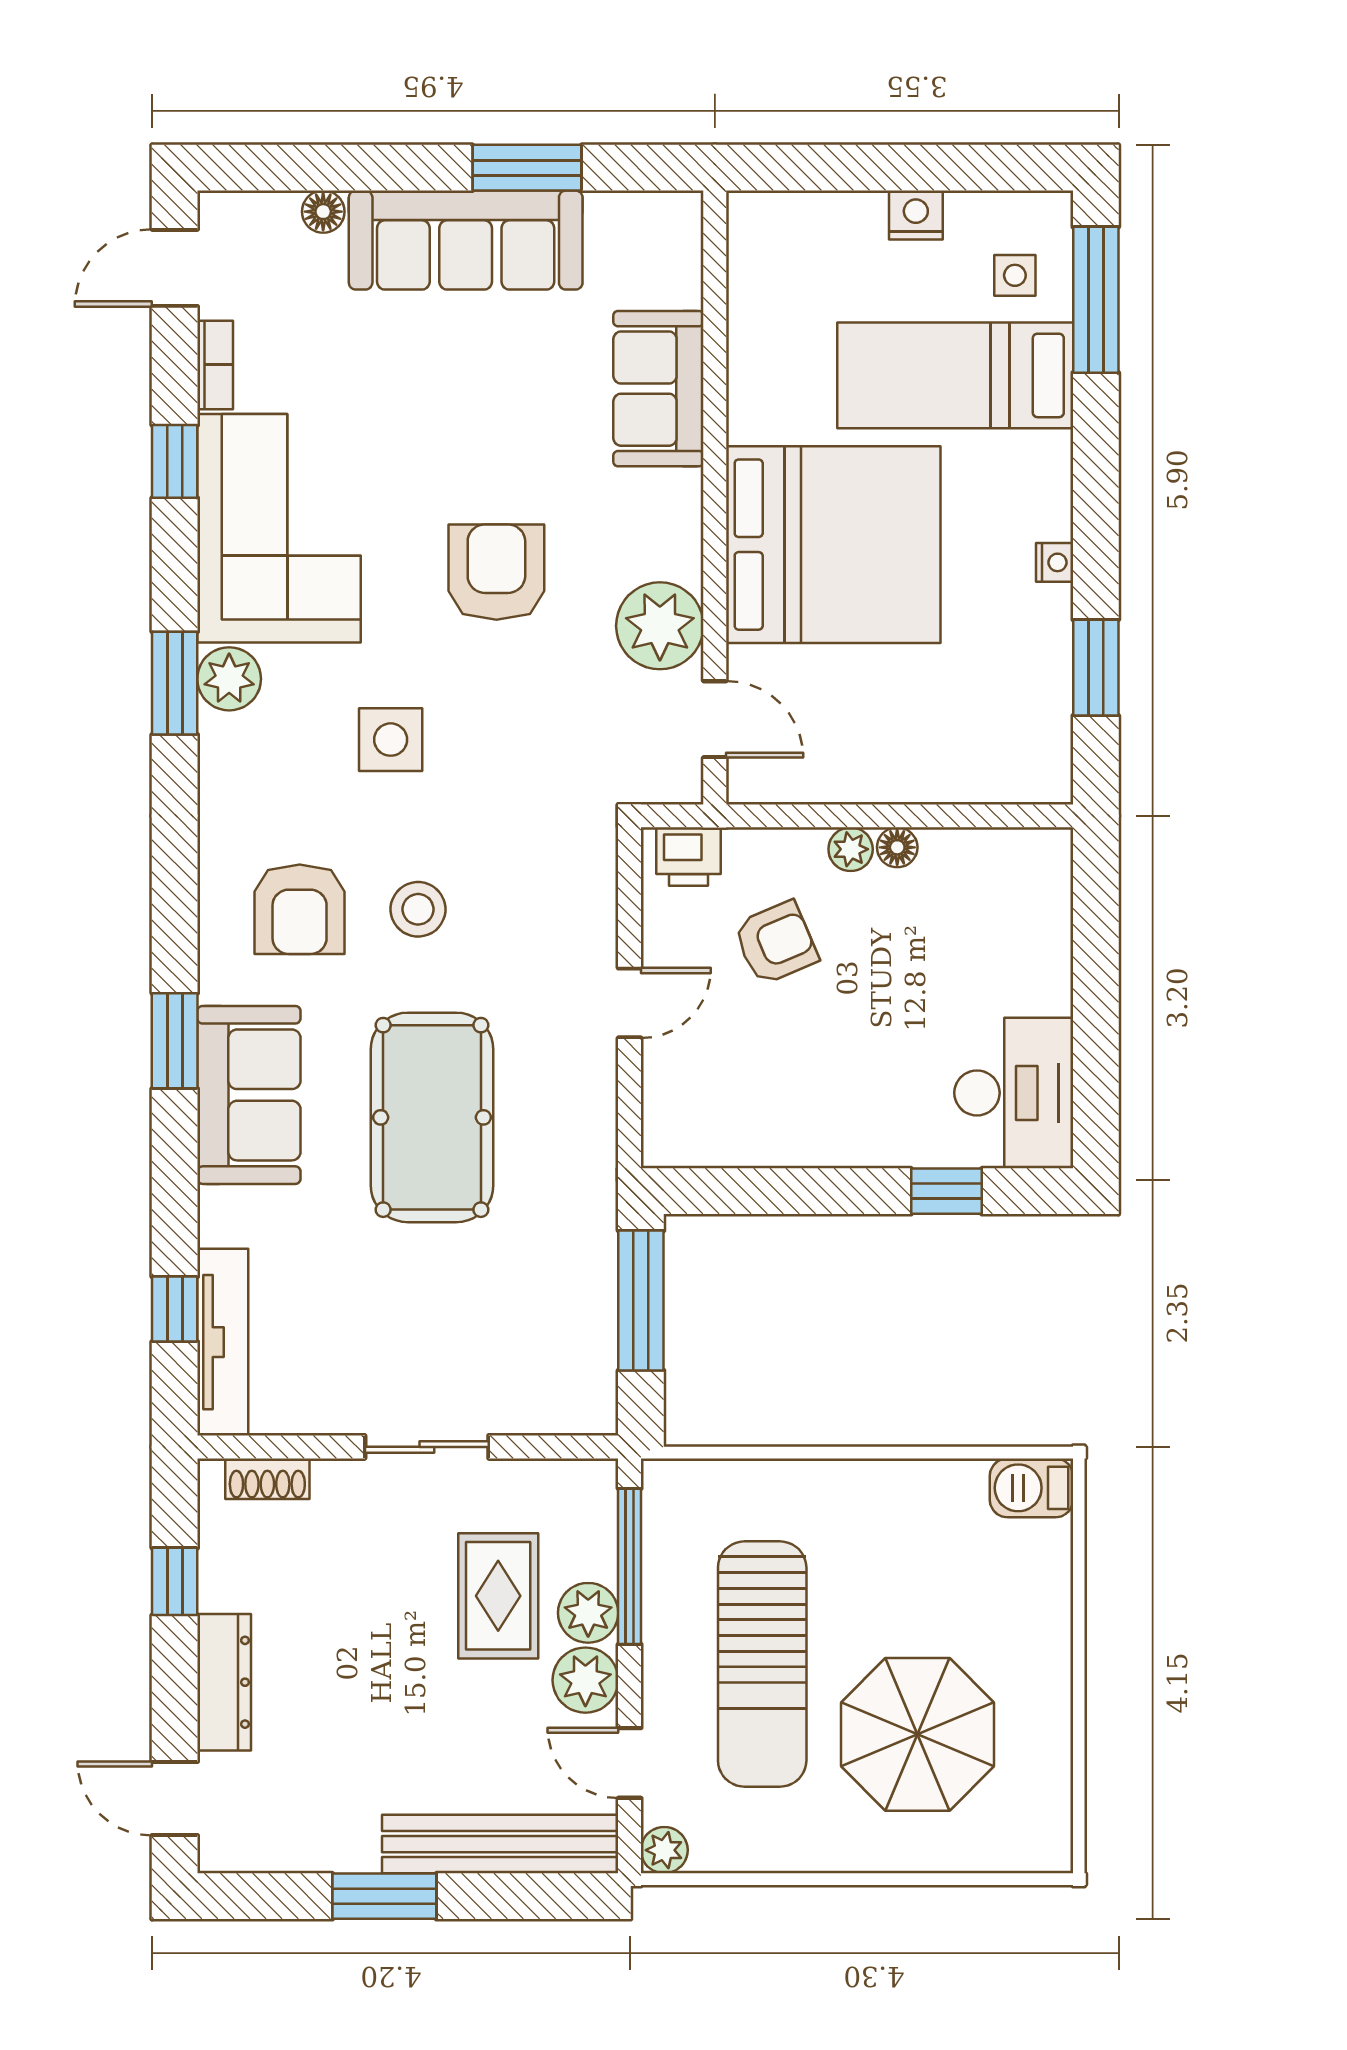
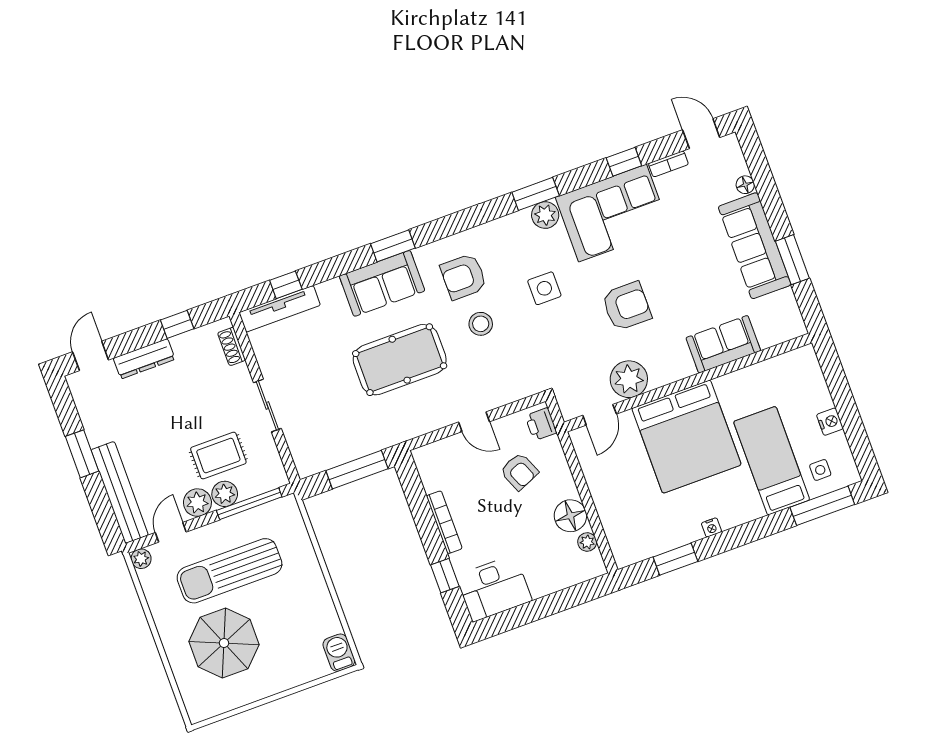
floor lamp: (897, 847) -> (570, 516), width x1.89, depth x1.89
plant: (851, 849) -> (587, 542), moved
bookcase: (828, 1150) -> (444, 522), added

